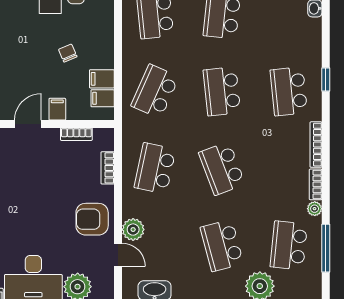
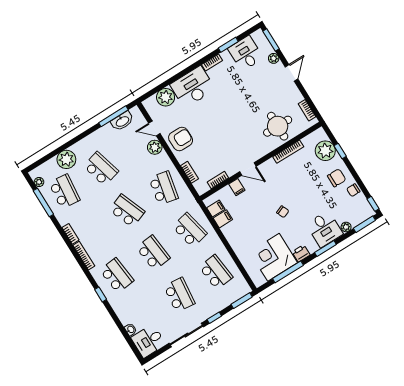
chair: (68, 53) -> (283, 212), moved
school desk: (155, 91) -> (190, 230), turned -36
door: (28, 124) -> (248, 169), hinge flipped
plant: (315, 209) -> (39, 182), moved

